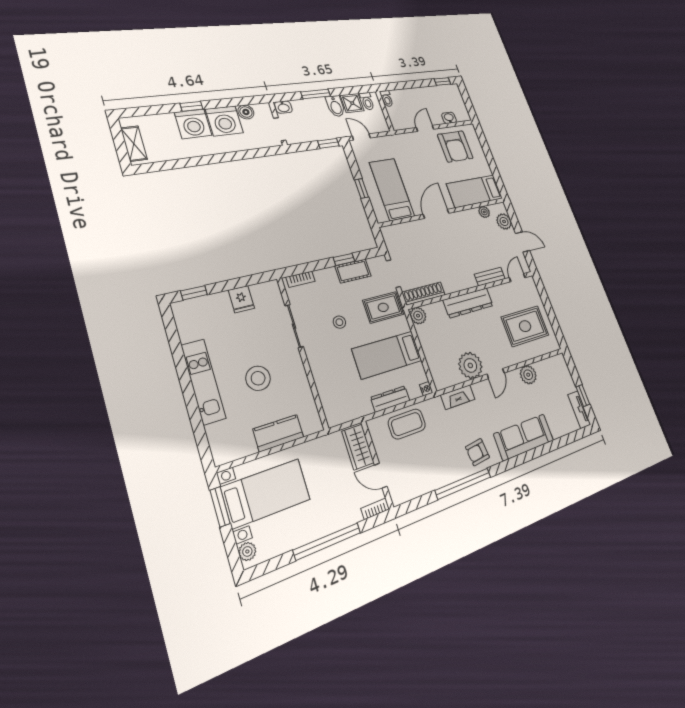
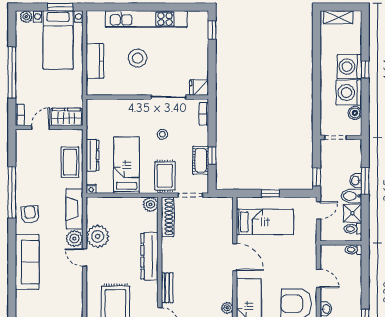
washbasin: (283, 107) -> (356, 181), moved
fridge: (241, 299) -> (199, 87), moved
plant: (528, 375) -> (74, 239), moved
kitchen unit: (203, 382) -> (146, 19), width x1.36
fireplace: (458, 397) -> (74, 209), width x1.37, depth x1.32

